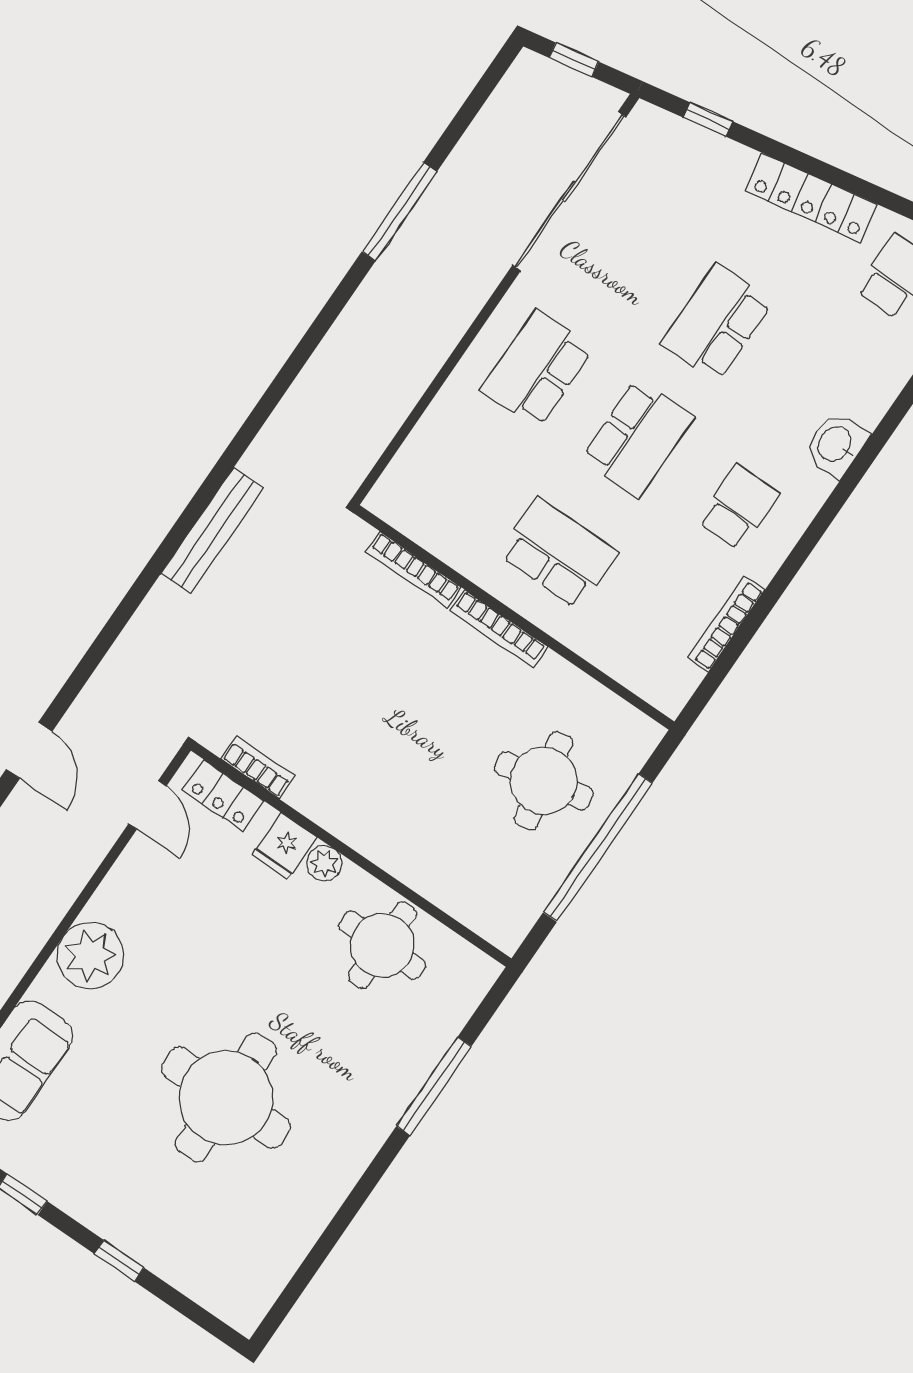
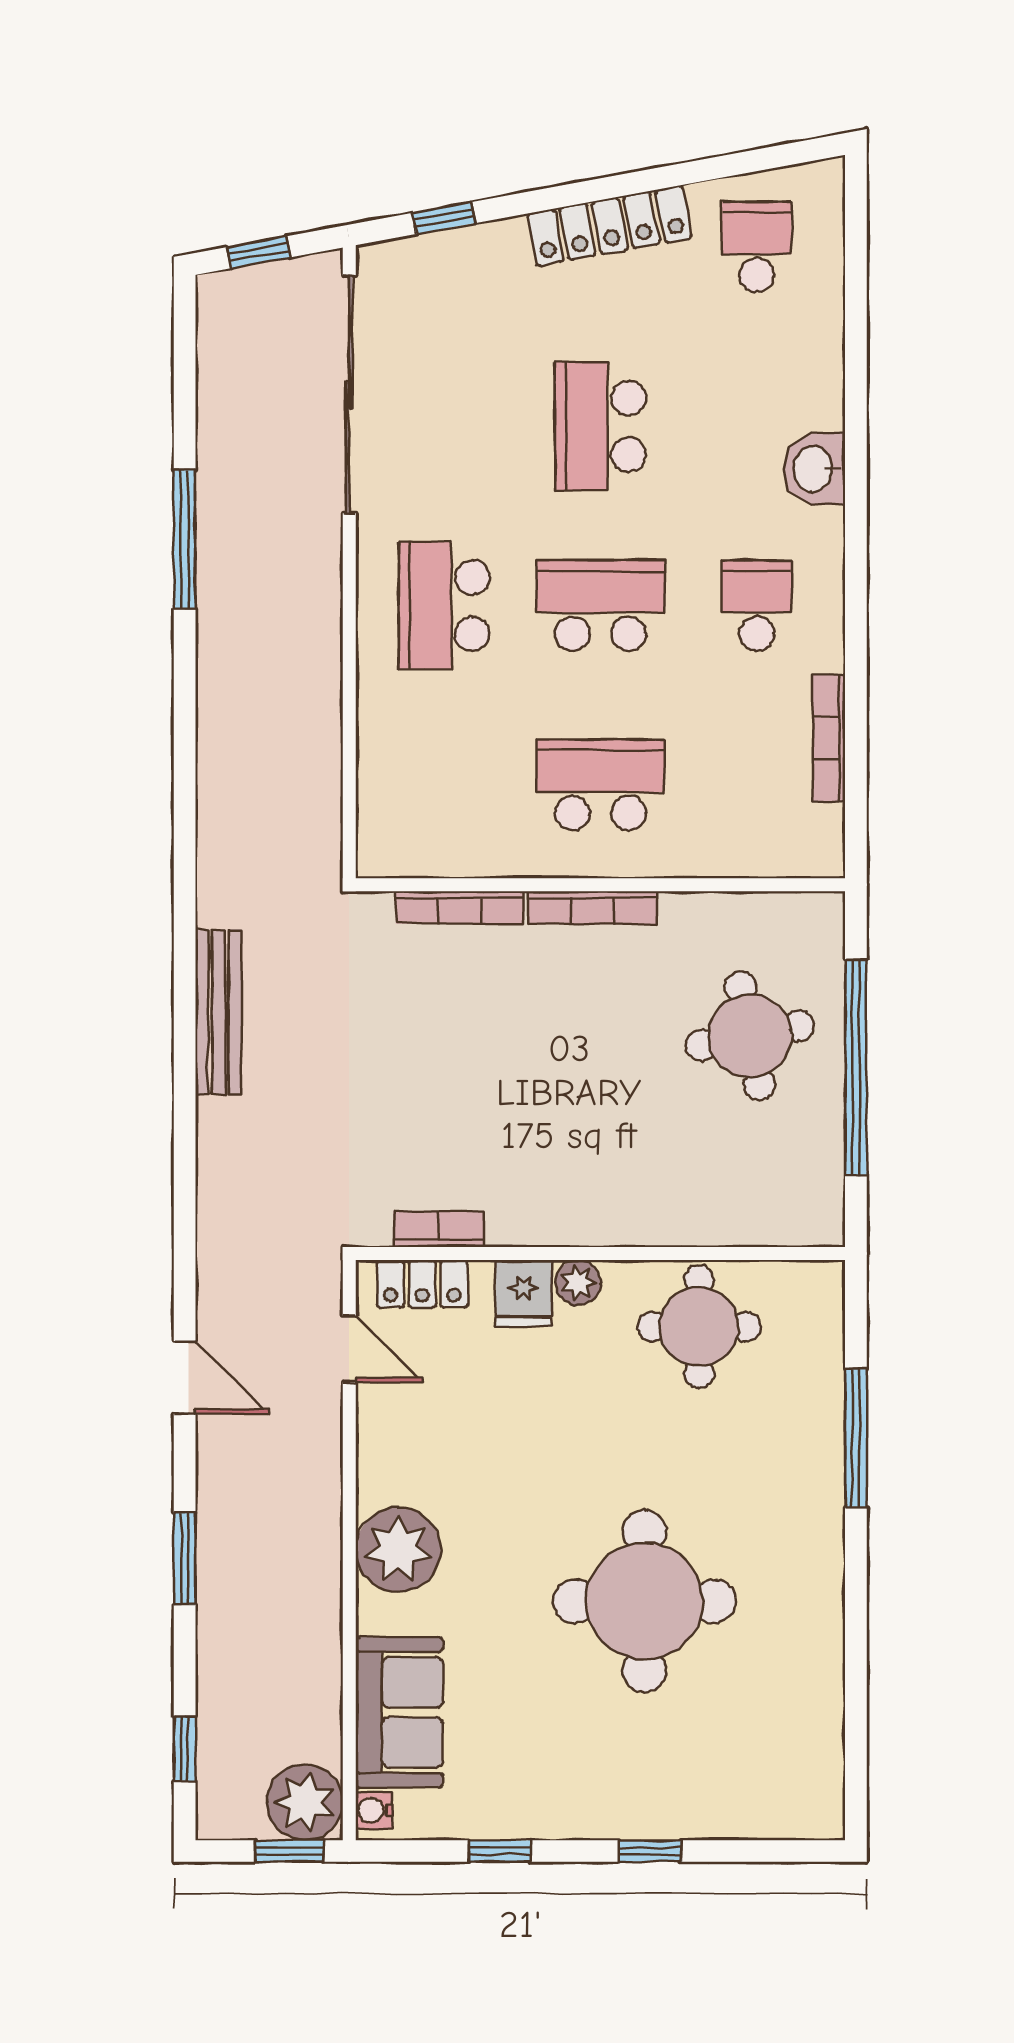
school desk: (638, 438) -> (600, 606), turned -90

